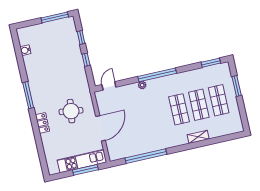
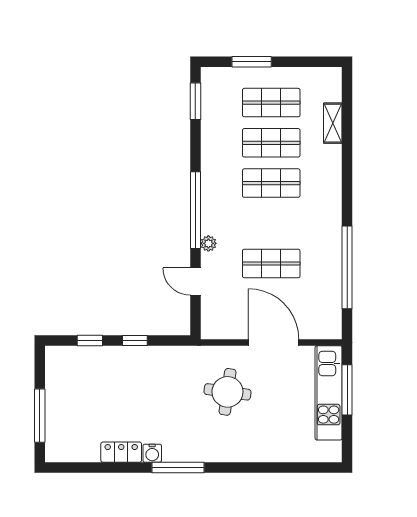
window: (55, 17) -> (40, 416), moved
water cooler: (25, 50) -> (152, 453), moved
door: (109, 86) -> (195, 282), moved
shop shelf: (139, 118) -> (271, 263), added
locker: (42, 123) -> (121, 452), moved
shelving: (198, 137) -> (333, 123), moved

